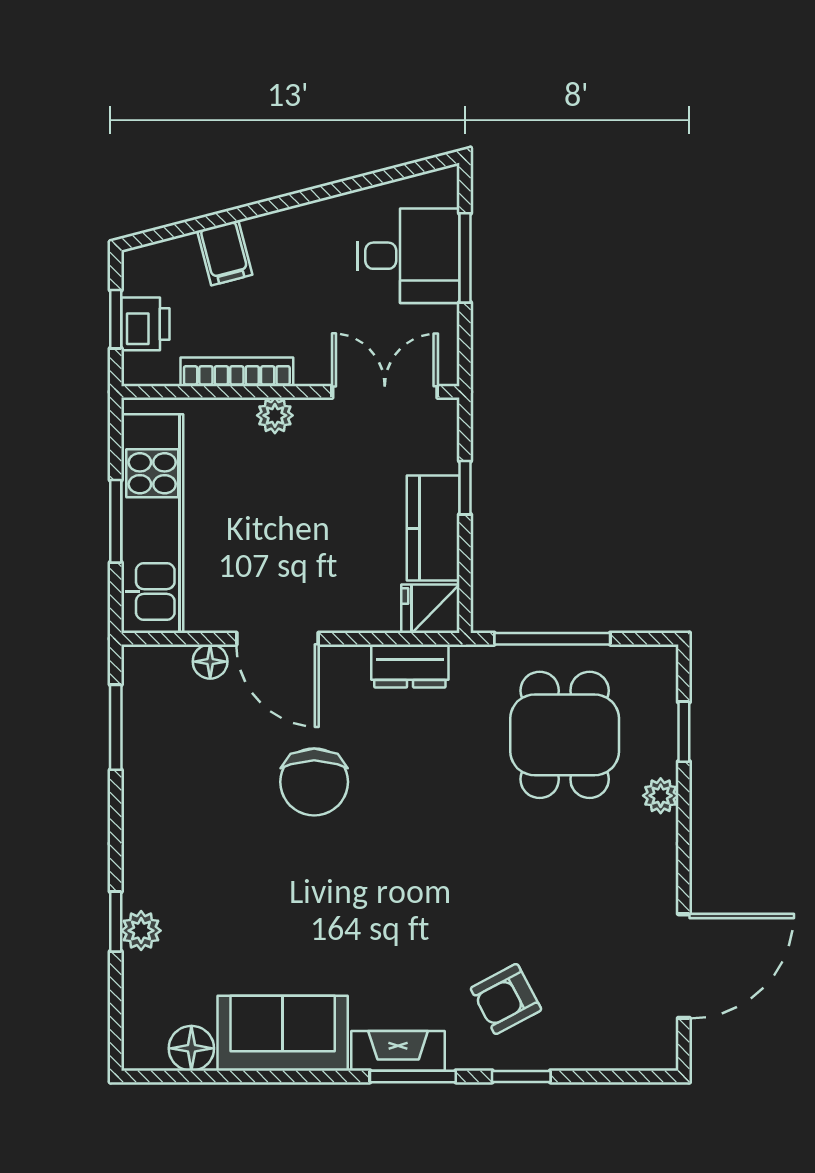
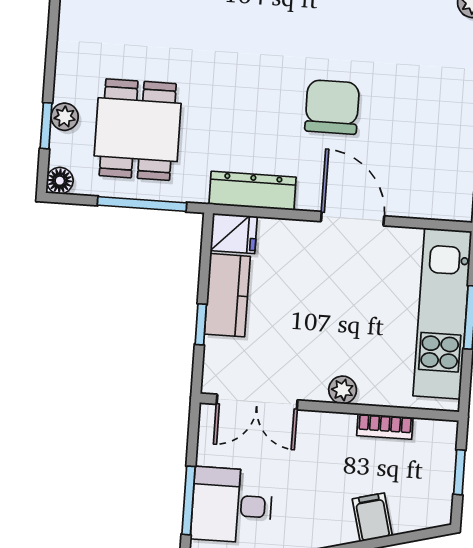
printer: (145, 324) -> (437, 467), removed
bookcase: (237, 372) -> (385, 426), width x0.64
floor lamp: (210, 662) -> (60, 181), moved
dresser: (410, 666) -> (252, 191), width x1.44
plant: (661, 796) -> (65, 117), moved

